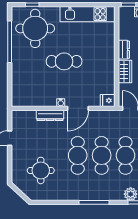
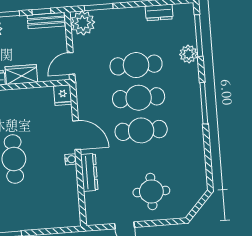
round table: (41, 170) -> (151, 191), moved

